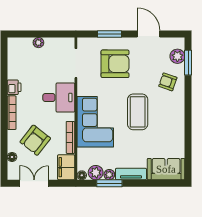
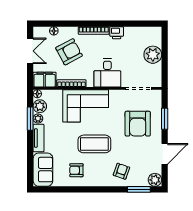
plant: (38, 43) -> (153, 55), width x1.87, depth x1.87
plant: (177, 56) -> (155, 180), moved
armchair: (167, 132) -> (76, 170), added
armchair: (35, 140) -> (69, 52), turned 114

